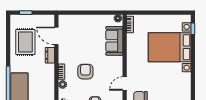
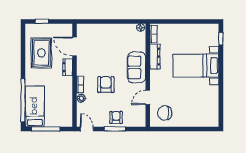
sofa: (114, 41) -> (137, 67), moved
dresser: (131, 45) -> (155, 57), added
bed with nightstands: (170, 47) -> (196, 65), width x0.73

